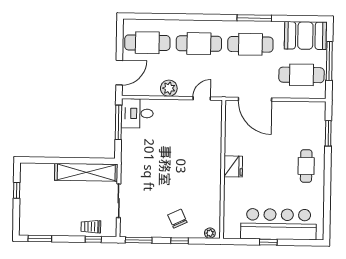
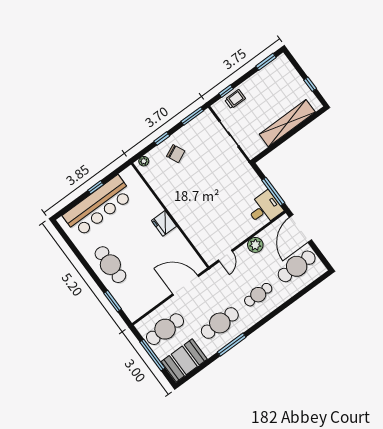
cafe table: (199, 44) -> (258, 295), width x0.73, depth x0.74
door: (119, 73) -> (301, 229), width x1.36
cafe table: (306, 166) -> (110, 265), width x1.37, depth x1.35
shelving: (86, 172) -> (287, 123), moved

